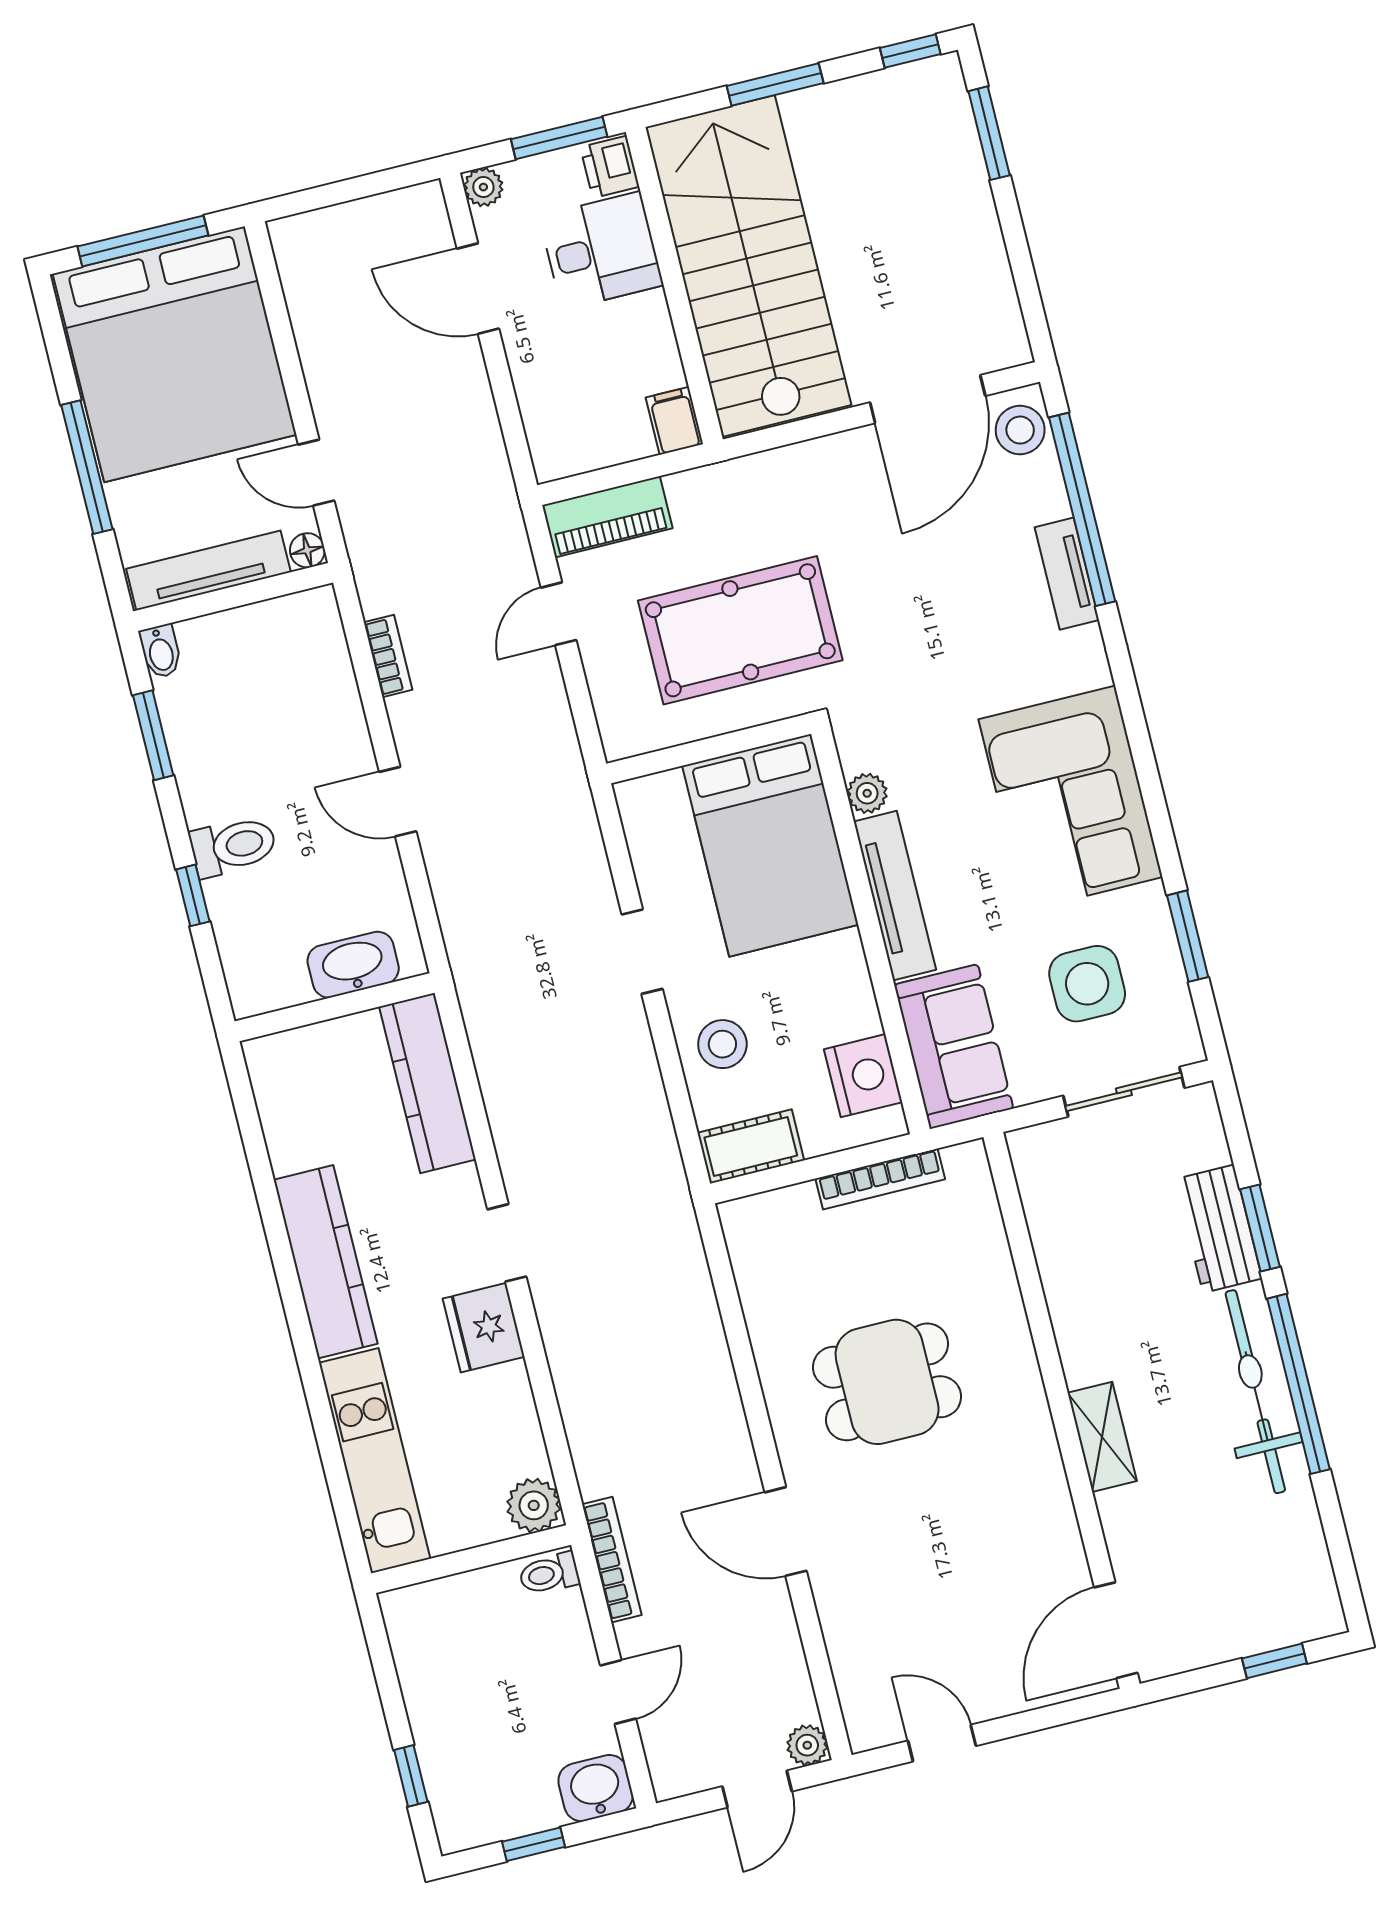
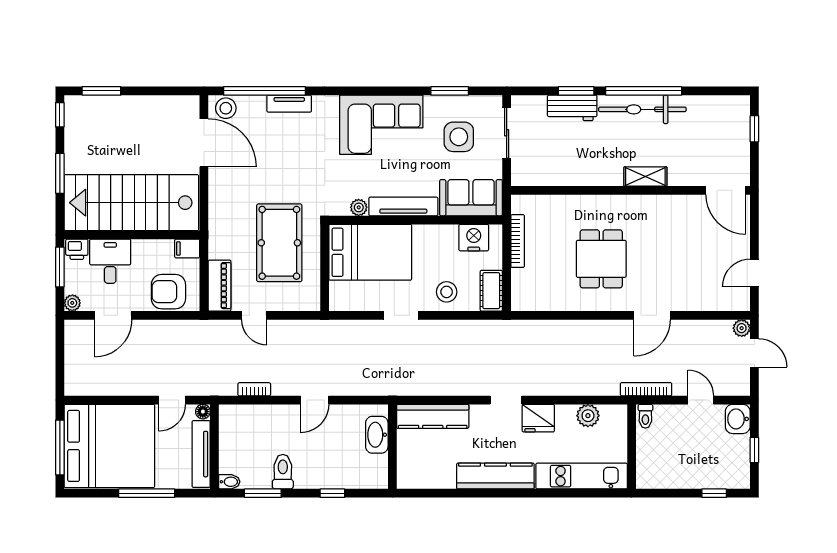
armchair: (564, 402) -> (168, 292), added
toilet: (233, 846) -> (283, 472), moved
plant: (534, 1505) -> (588, 416), moved

